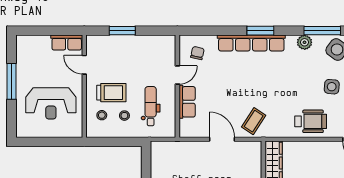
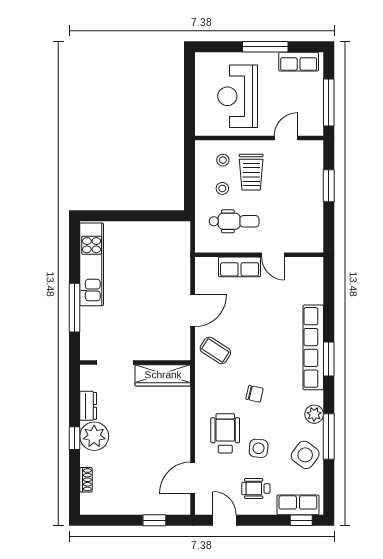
window: (56, 31) -> (329, 102), added
row of seats: (67, 42) -> (299, 62), moved, turned -90
chair: (197, 53) -> (255, 394), moved
wheelchair: (311, 121) -> (225, 433), moved, turned 180

